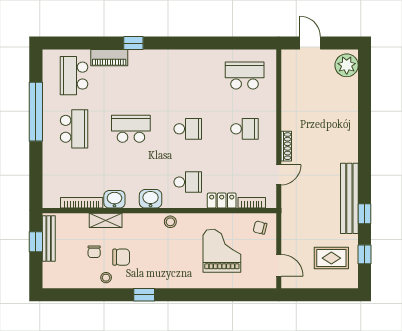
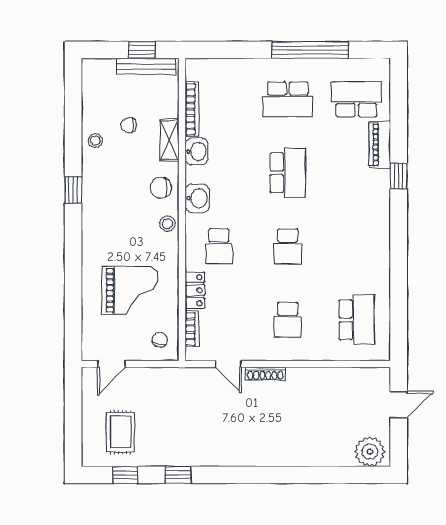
bench: (349, 198) -> (198, 455), removed
chair: (121, 257) -> (161, 188), moved, turned 90

